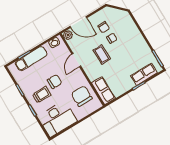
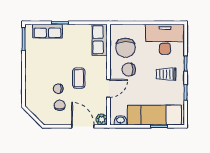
exam couch: (31, 59) -> (154, 115), width x1.36, depth x1.45
chair: (55, 82) -> (129, 70), moved

